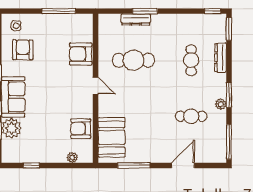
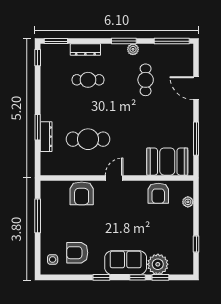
cafe table: (133, 60) -> (88, 139), turned 90

